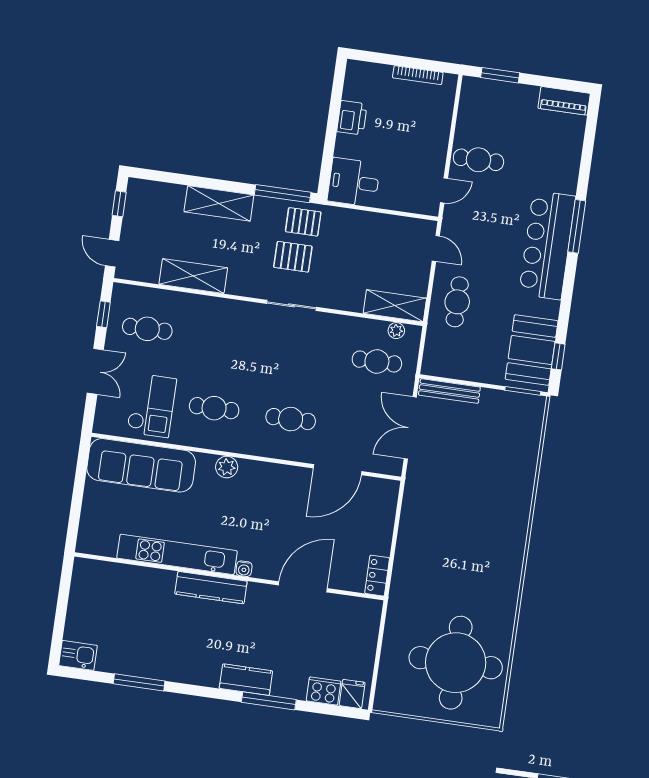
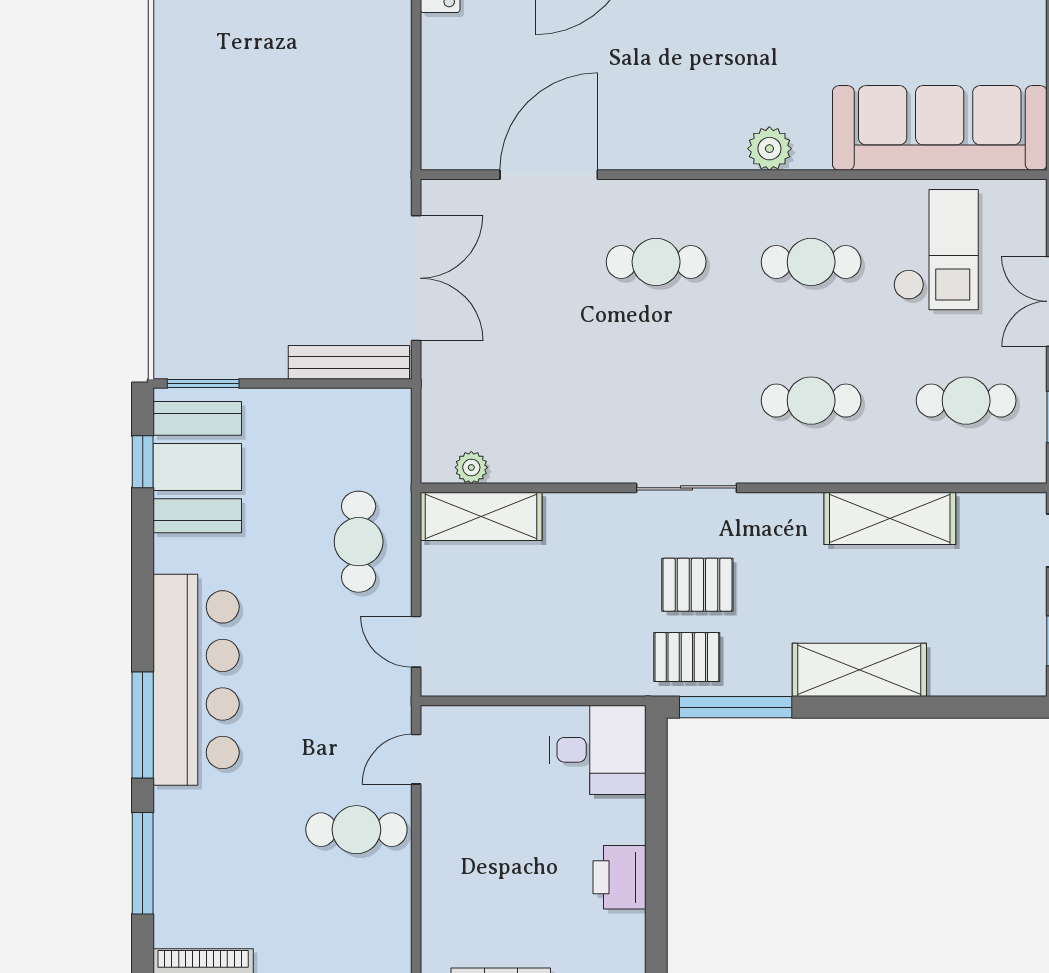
window: (586, 158) -> (143, 863), added
cafe table: (377, 362) -> (811, 401), moved
checkout: (152, 405) -> (936, 250), turned 180

